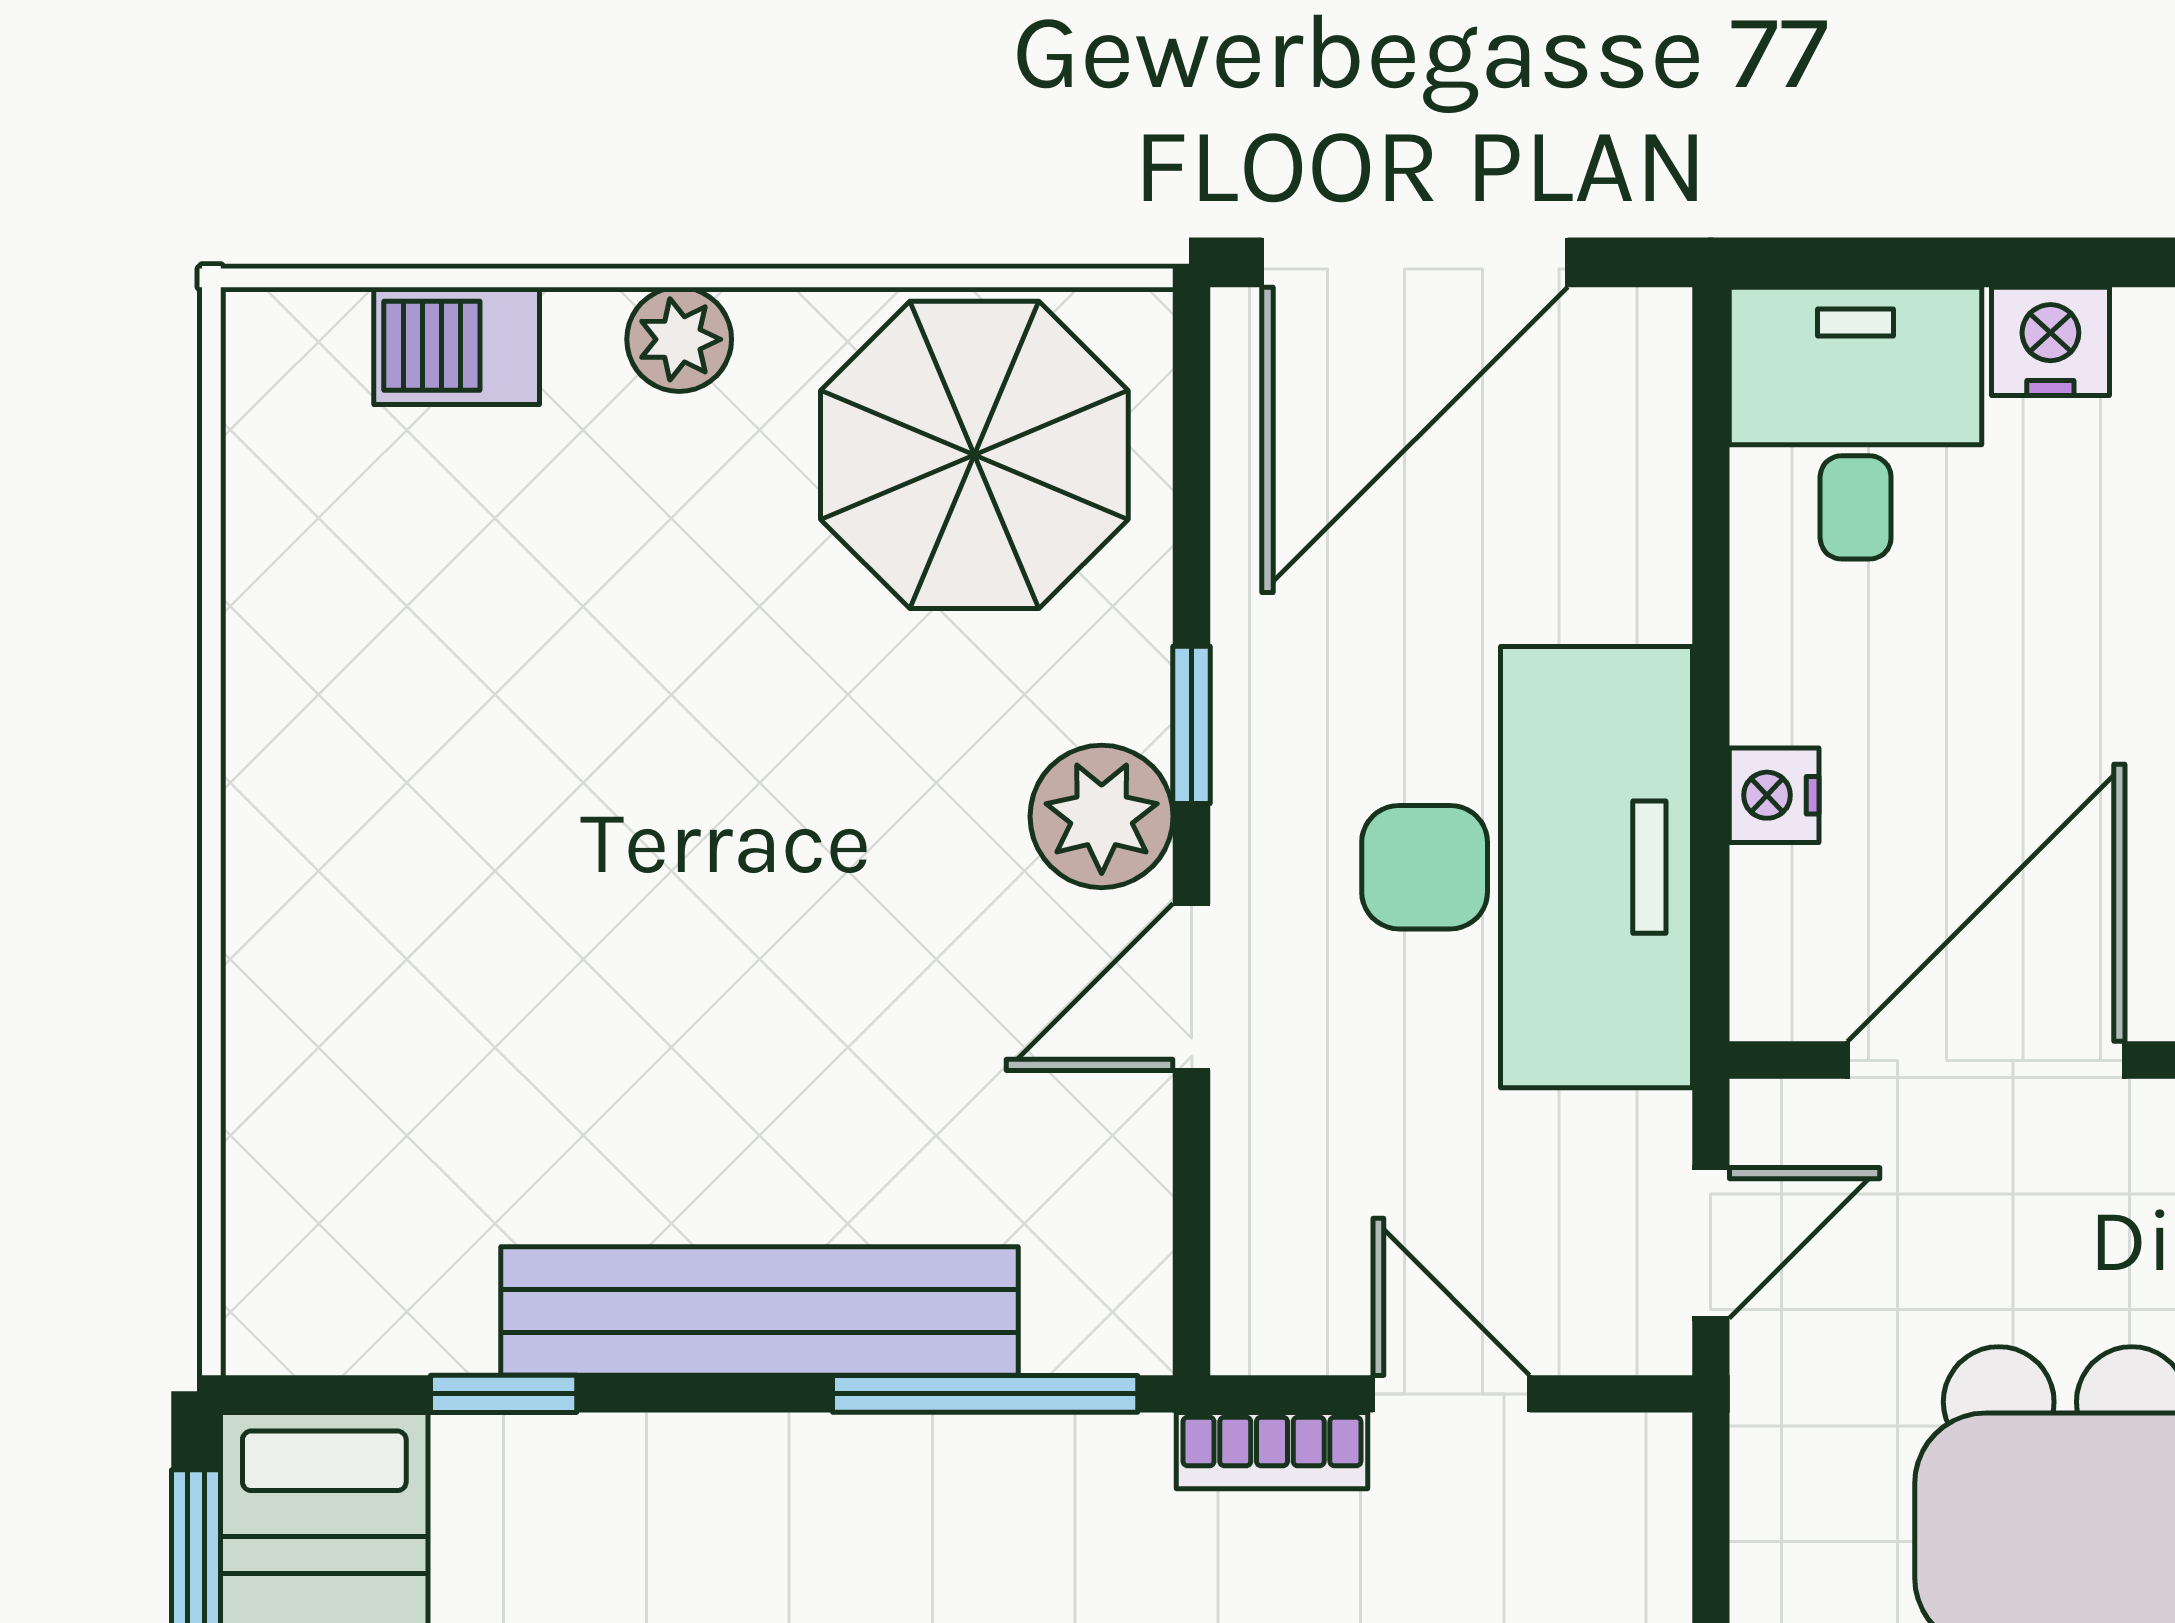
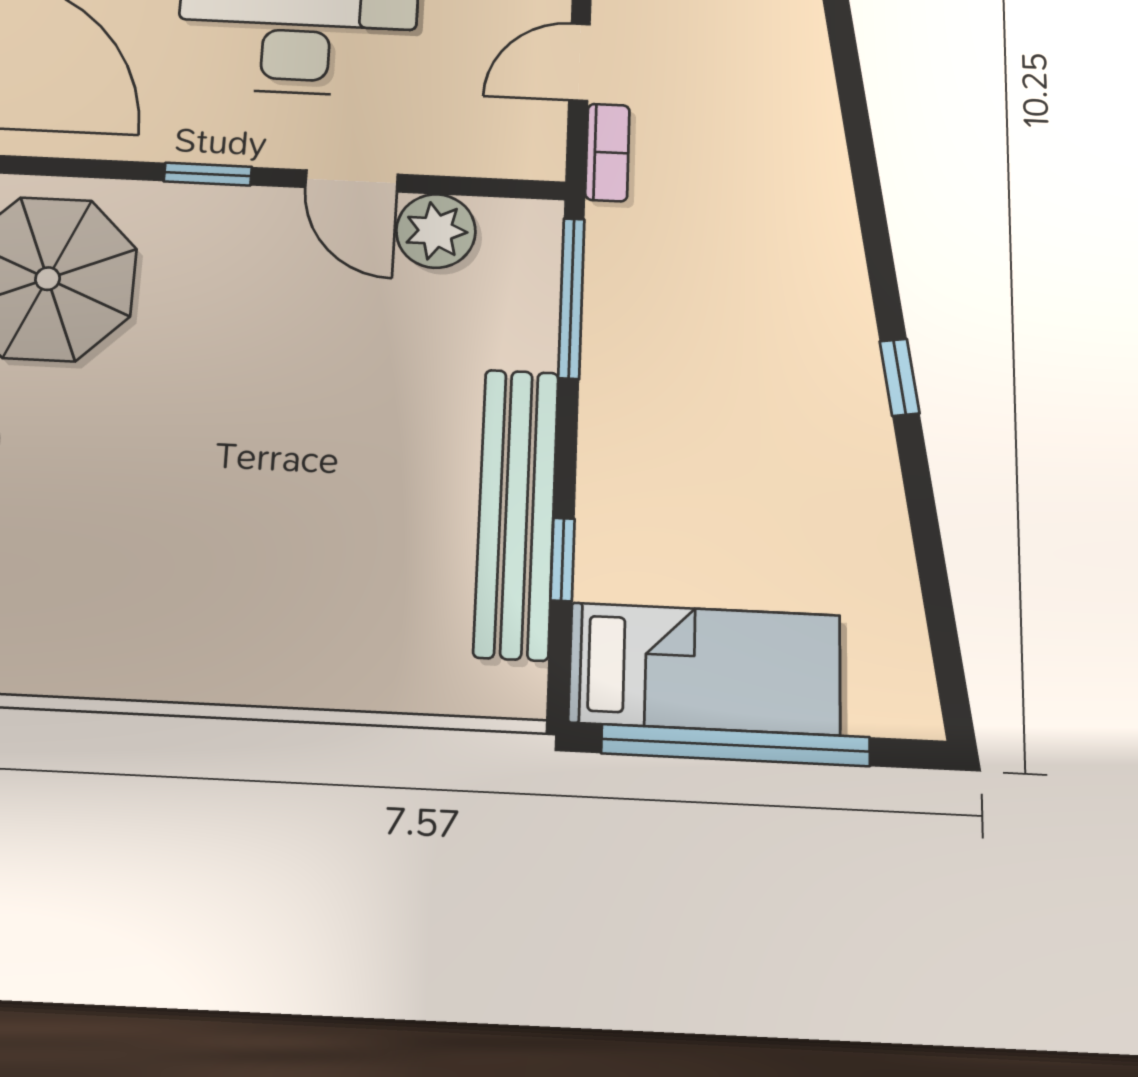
plant: (1102, 816) -> (436, 231), moved
bench: (759, 1311) -> (516, 513), moved

